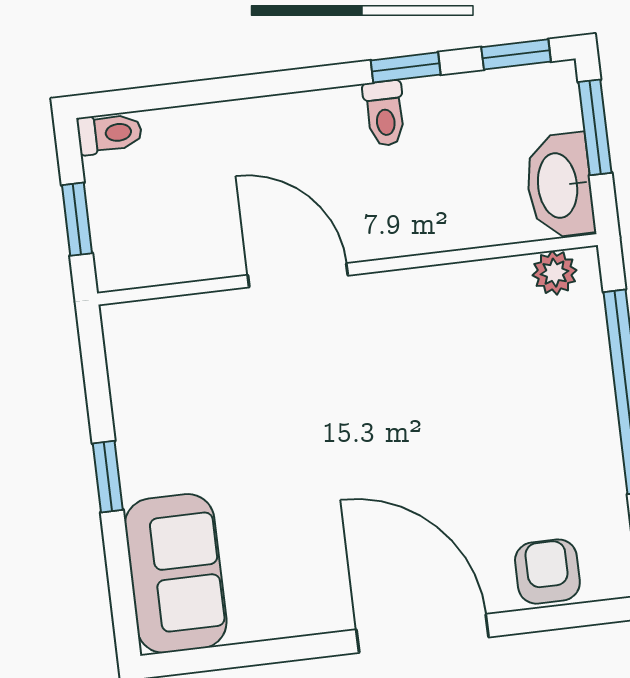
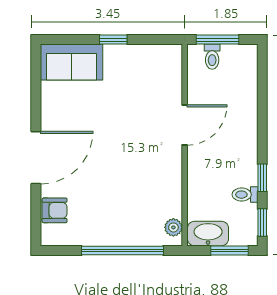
toilet: (385, 113) -> (245, 195), moved
toilet: (110, 133) -> (212, 57), moved
window: (77, 219) -> (217, 40), width x1.50

